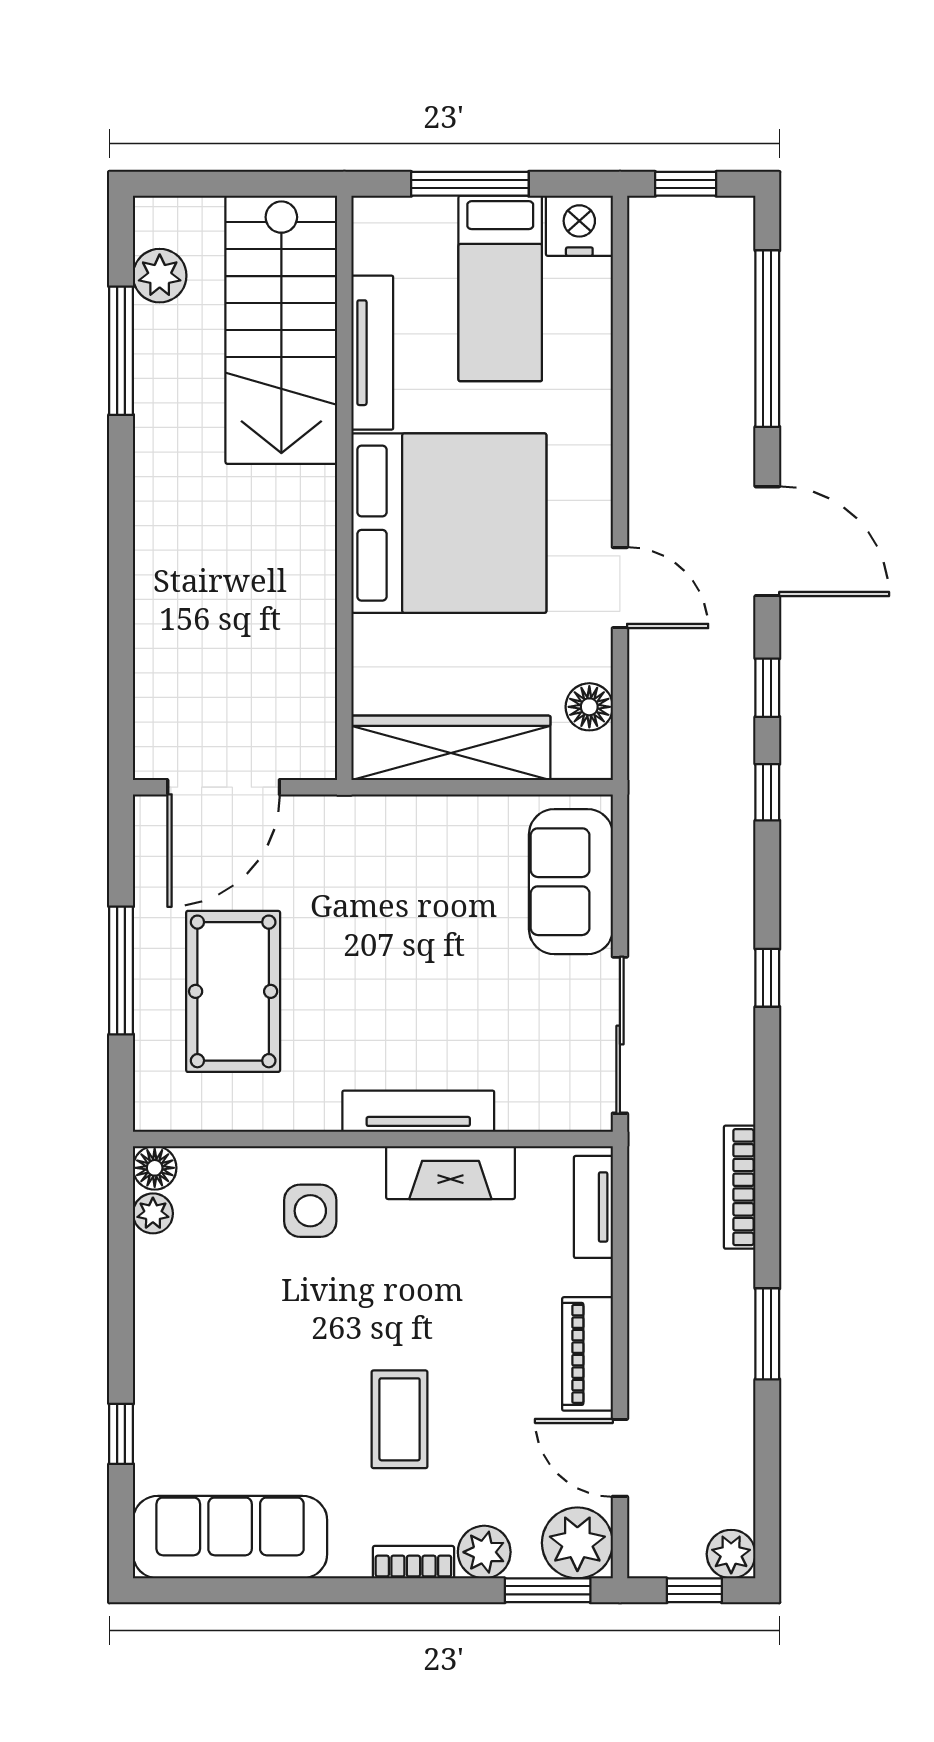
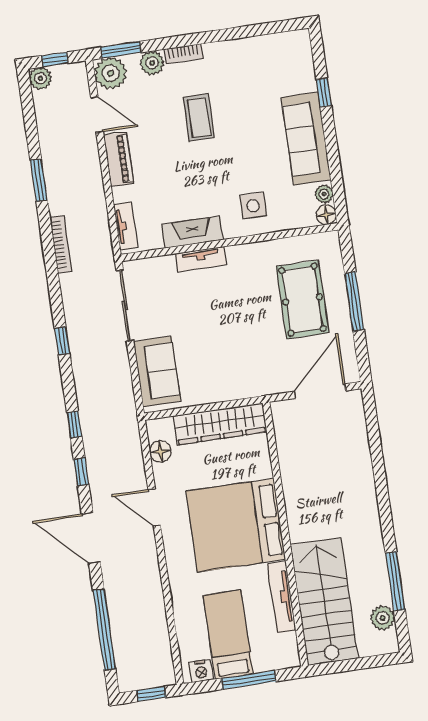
nightstand: (579, 226) -> (201, 671), width x0.74, depth x0.75
tv unit: (418, 1111) -> (201, 259), width x0.71
sofa: (230, 1537) -> (306, 139), moved, turned 90

